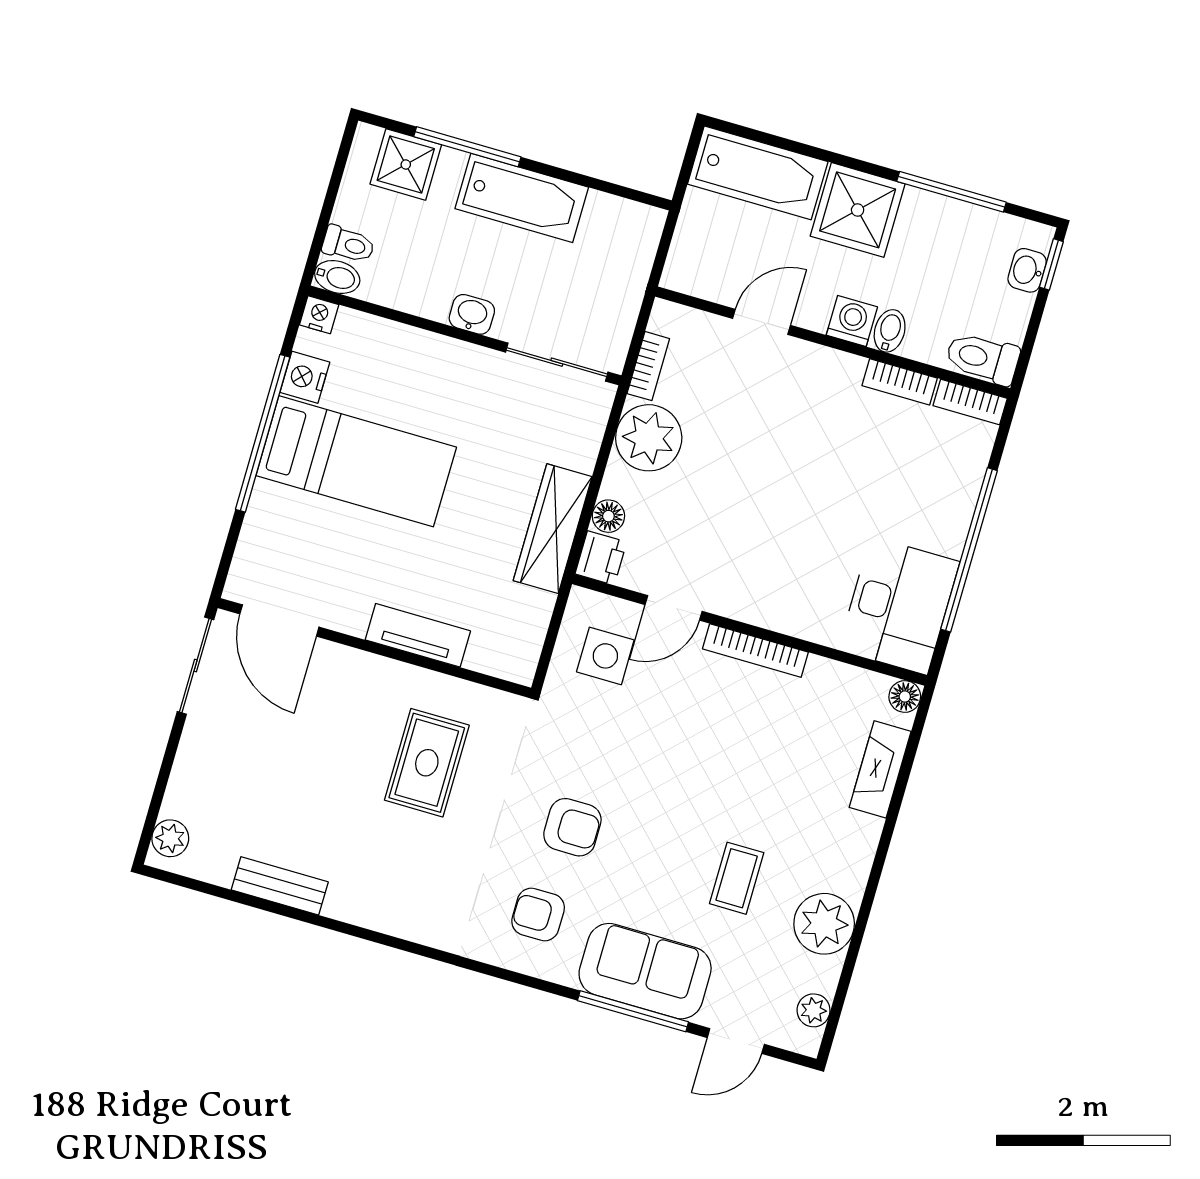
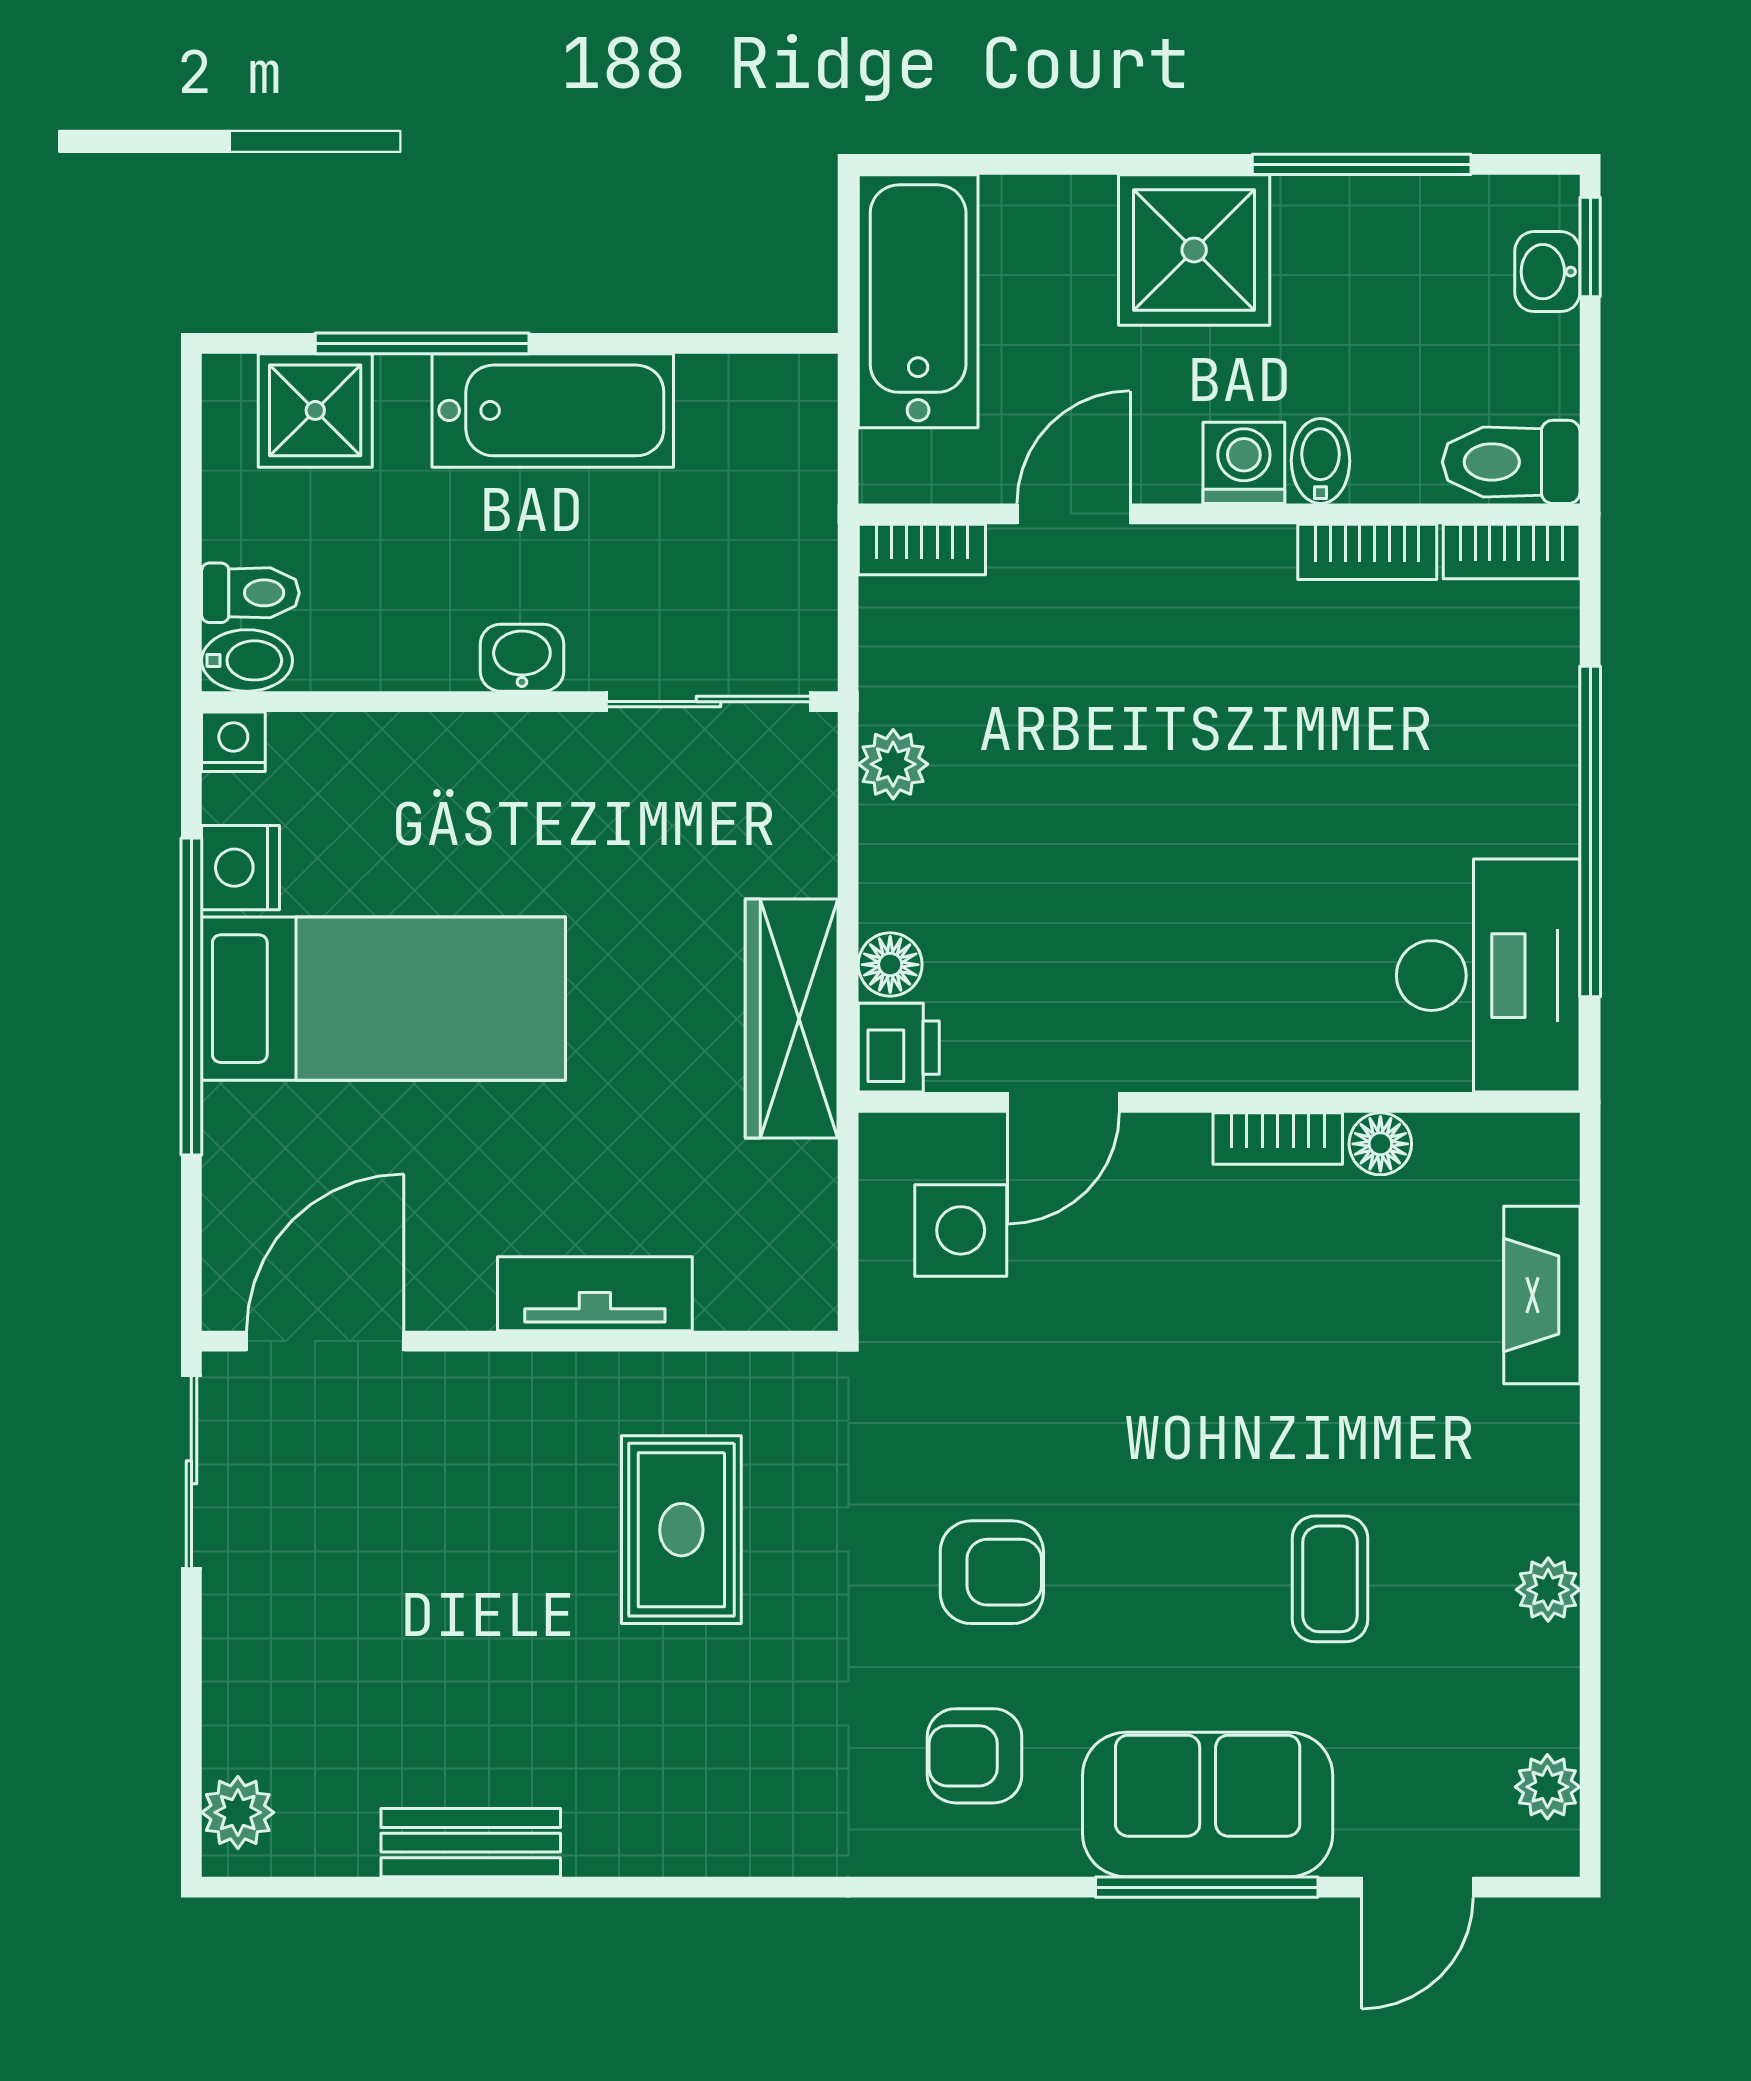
bathtub: (758, 173) -> (918, 301), moved, turned -90
bookcase: (648, 366) -> (922, 550), moved, turned 90
plant: (649, 438) -> (893, 764), width x0.53, depth x0.53
door: (279, 620) -> (325, 1341), swing flipped
bookcase: (755, 651) -> (1278, 1139), width x0.64
floor lamp: (905, 697) -> (1380, 1144), moved
plant: (824, 924) -> (1548, 1590), width x0.53, depth x0.53

